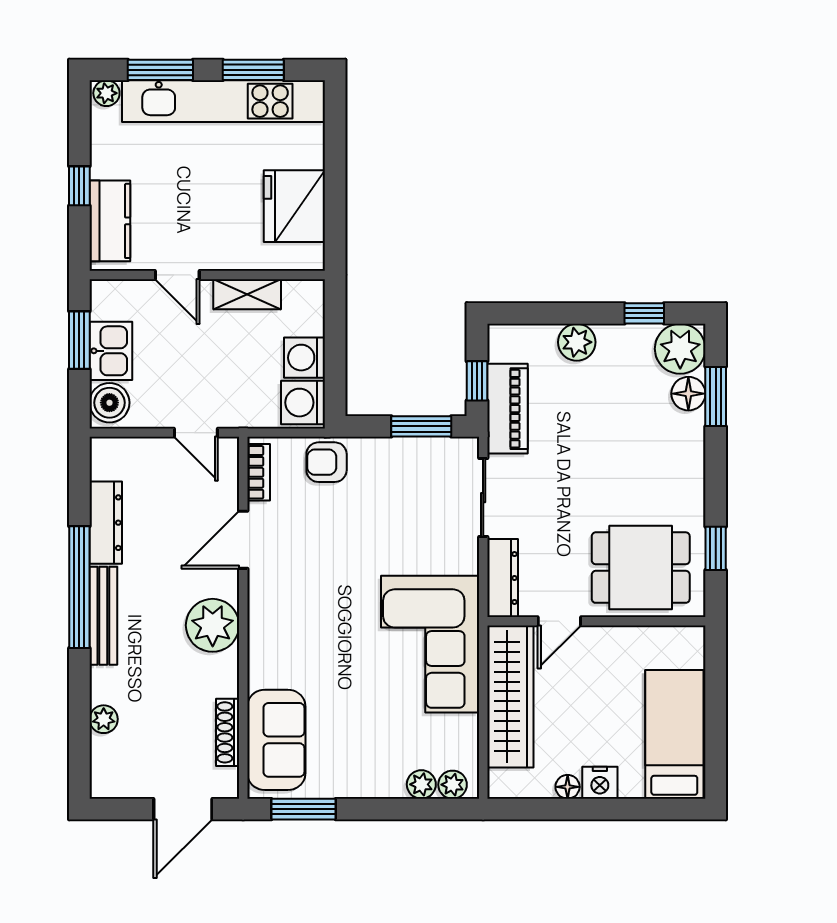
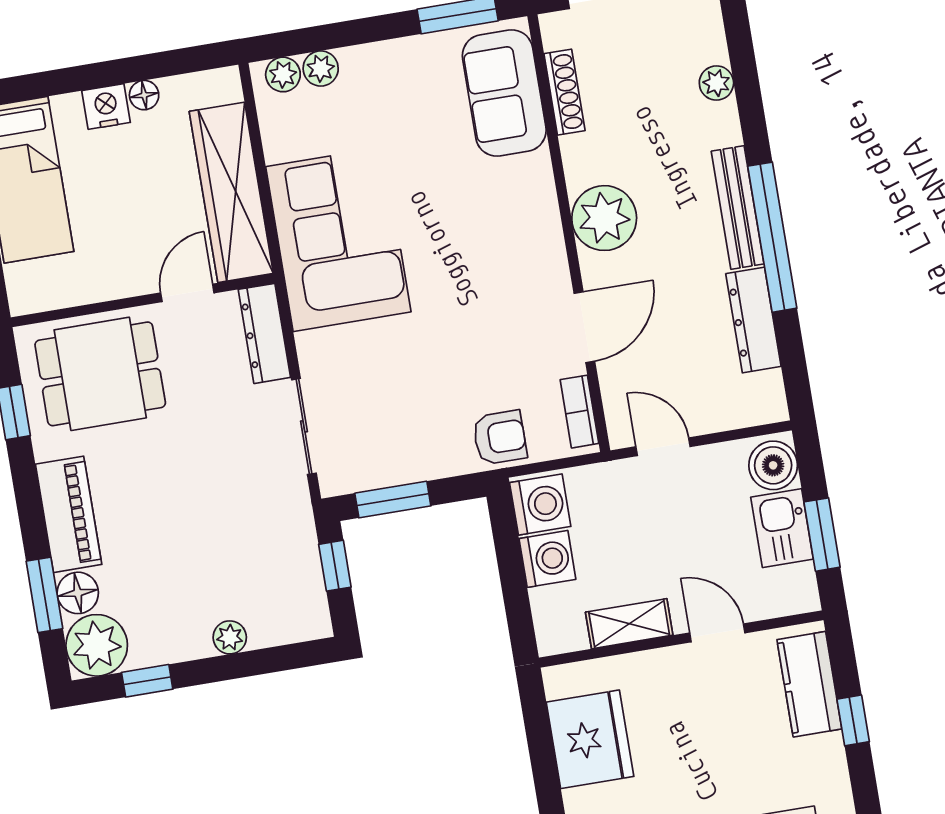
plant: (577, 342) -> (230, 637), width x0.73, depth x0.73
piano: (507, 409) -> (69, 514), moved, turned 180

